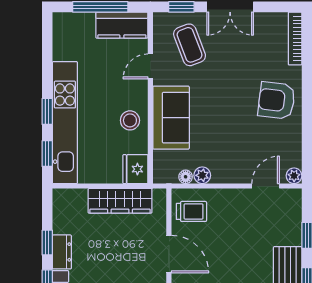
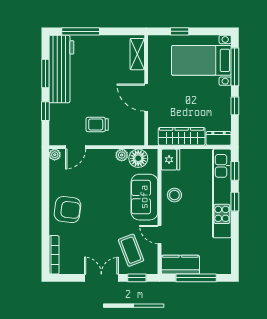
door: (150, 66) -> (160, 234), swing flipped
floor lamp: (186, 177) -> (138, 158), width x1.89, depth x1.89
trolley: (191, 211) -> (97, 124), moved
dresser: (62, 252) -> (219, 138), moved, turned 90

